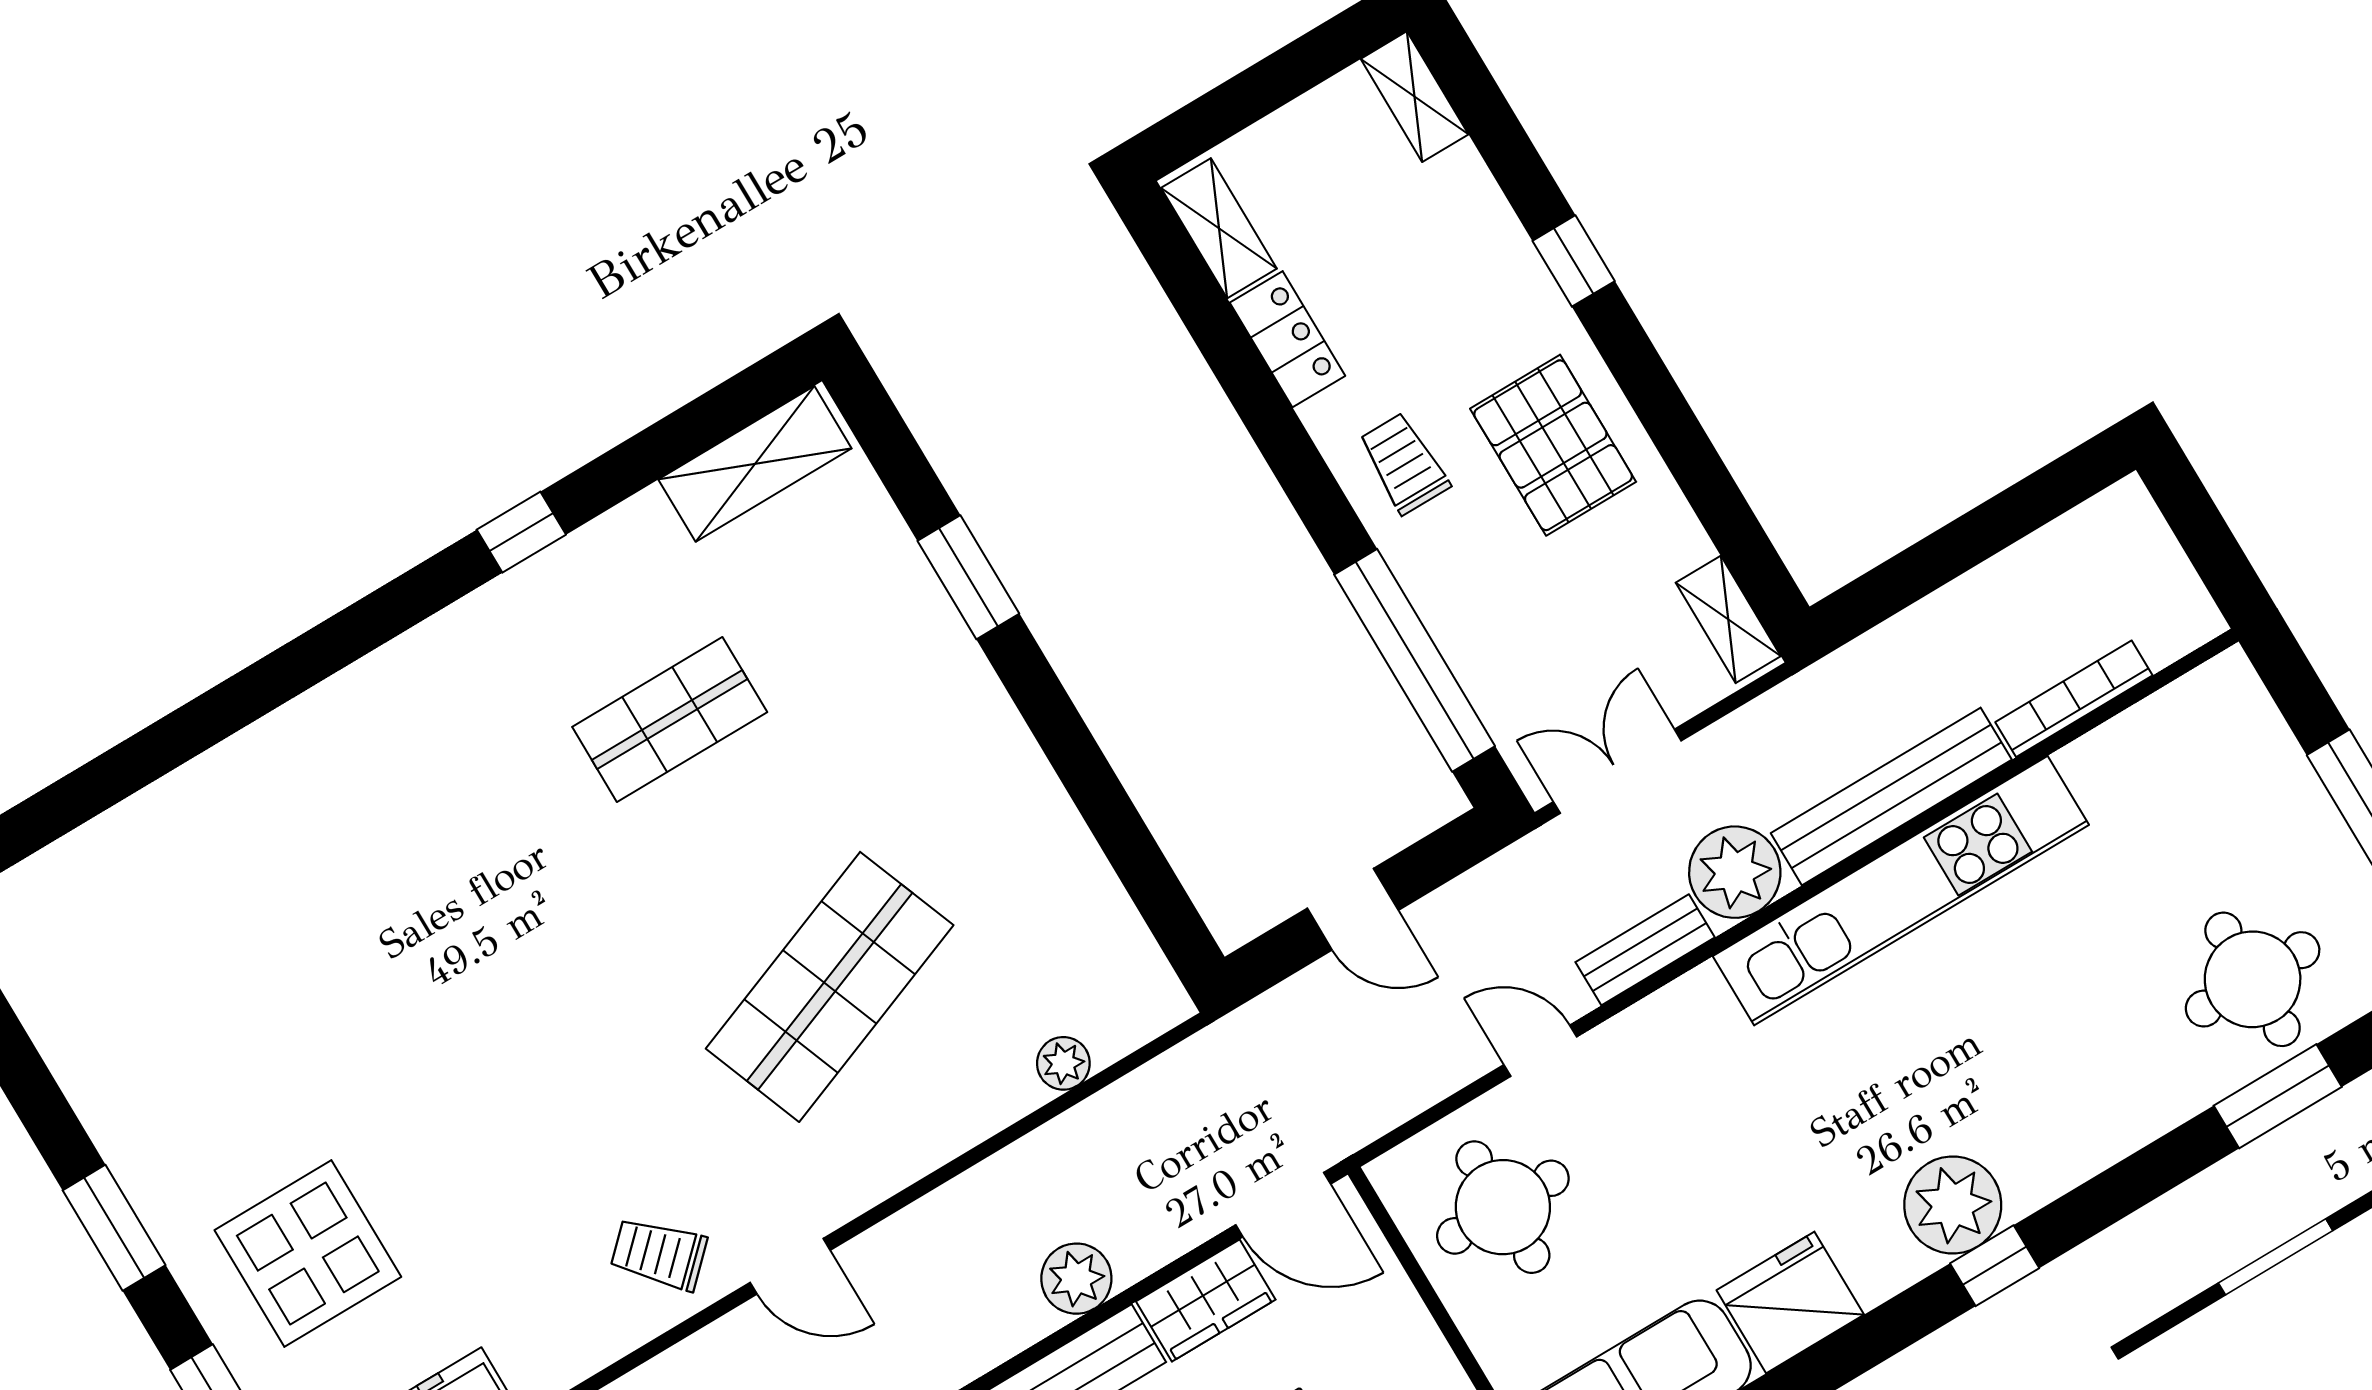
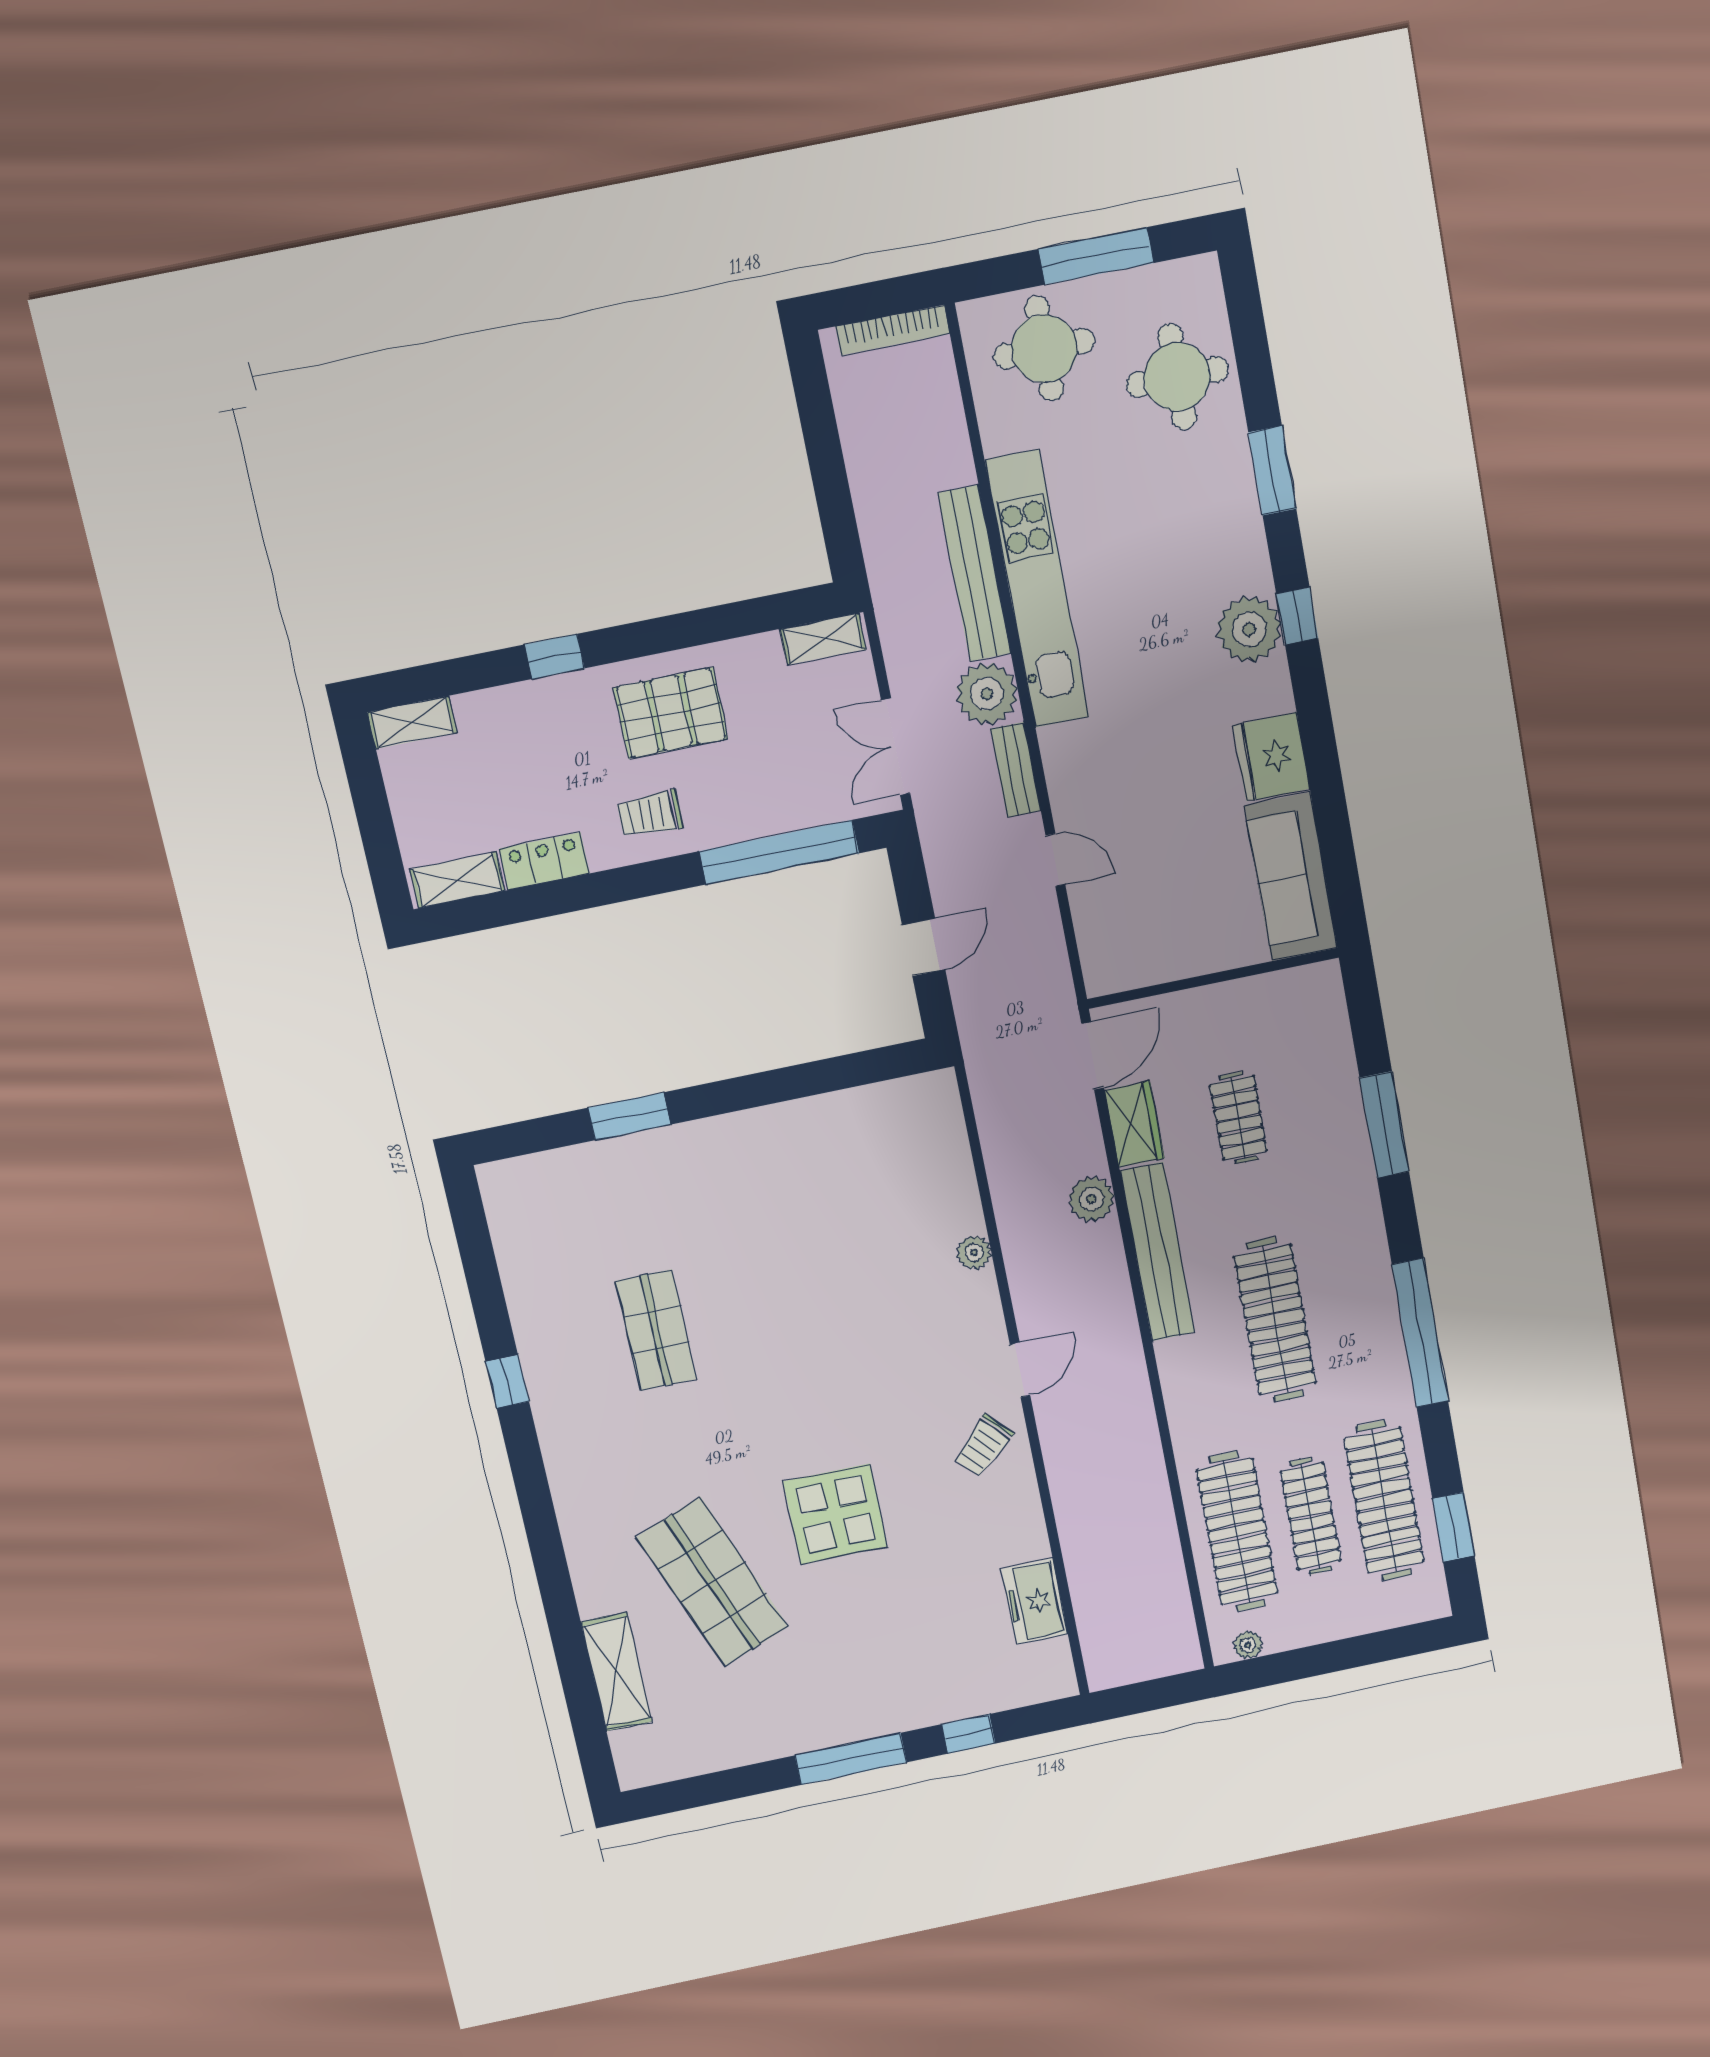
shelving: (755, 464) -> (616, 1672), moved
bookcase: (2074, 699) -> (893, 330), moved, turned -90
shop shelf: (830, 987) -> (712, 1582), moved
door: (1540, 1051) -> (1055, 860), swing flipped
plant: (1063, 1063) -> (974, 1252), moved
window: (2278, 1096) -> (1272, 470), moved
round table: (1503, 1207) -> (1044, 349), moved
window: (114, 1228) -> (851, 1759), width x1.44
display table: (308, 1253) -> (835, 1514), moved

